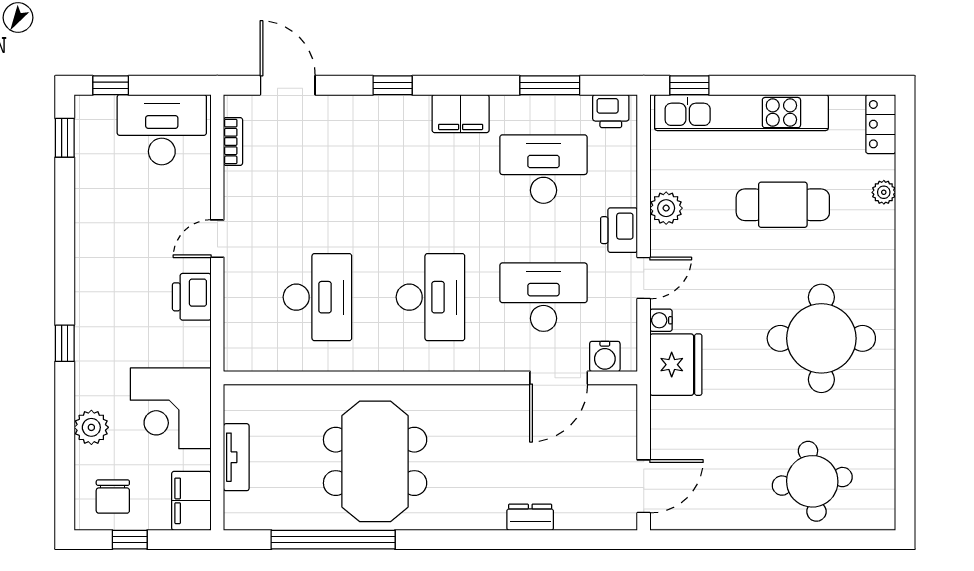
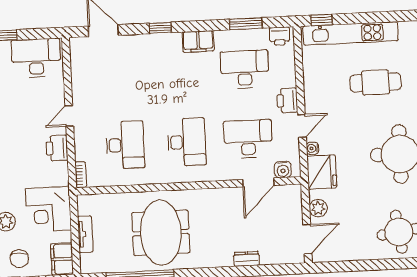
bookcase: (233, 141) -> (81, 175), moved
plant: (666, 208) -> (318, 208), moved

